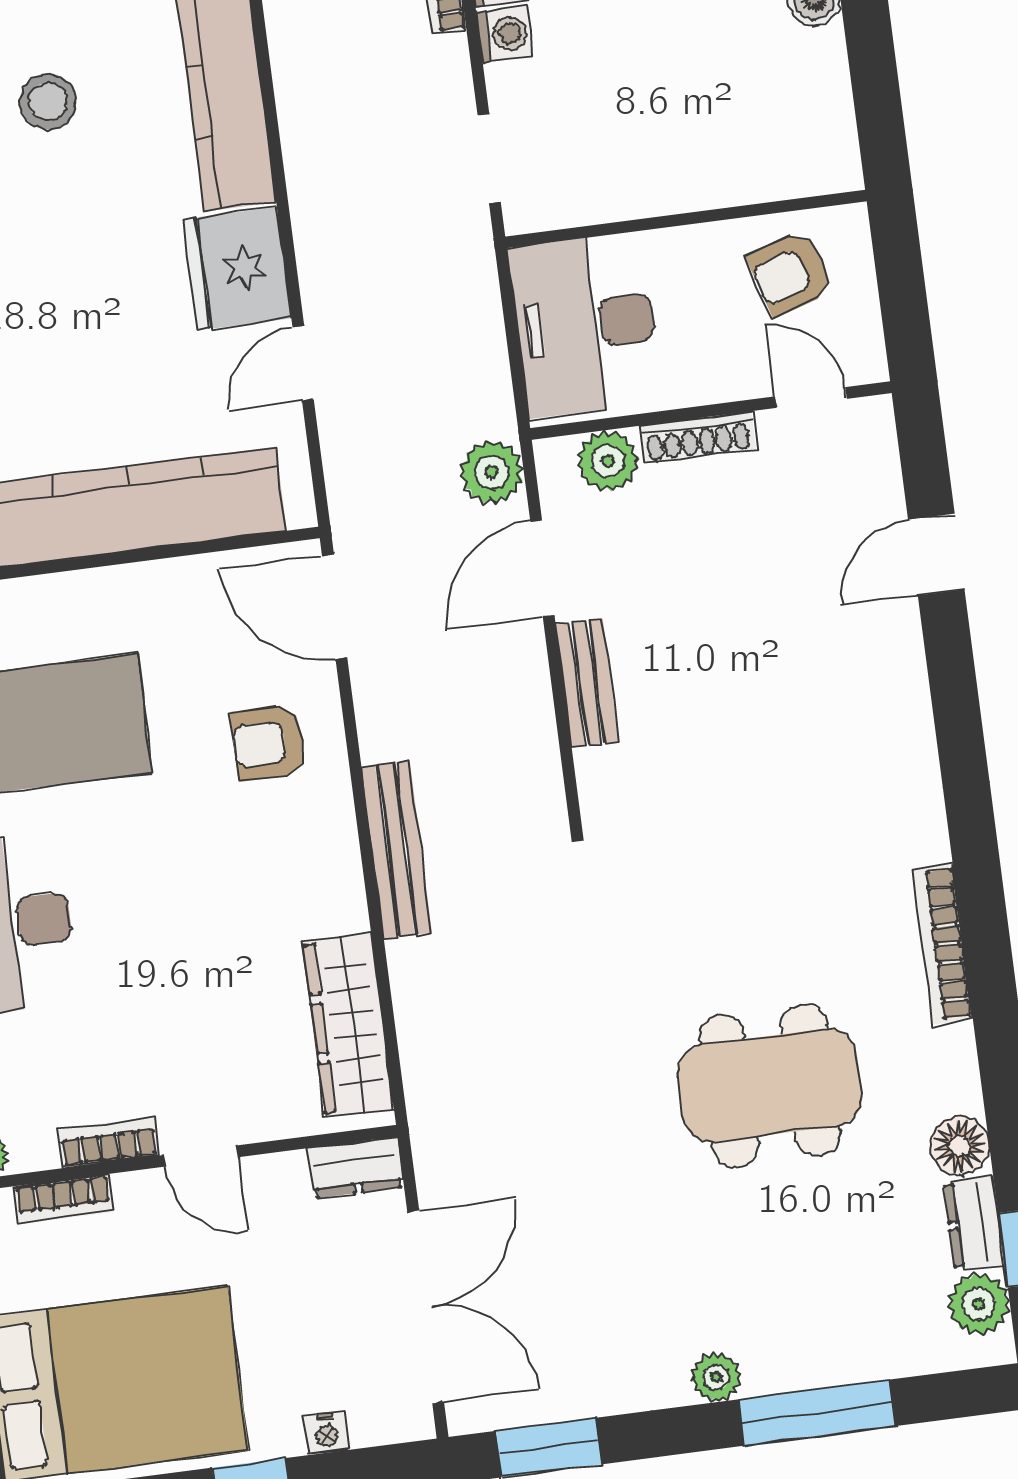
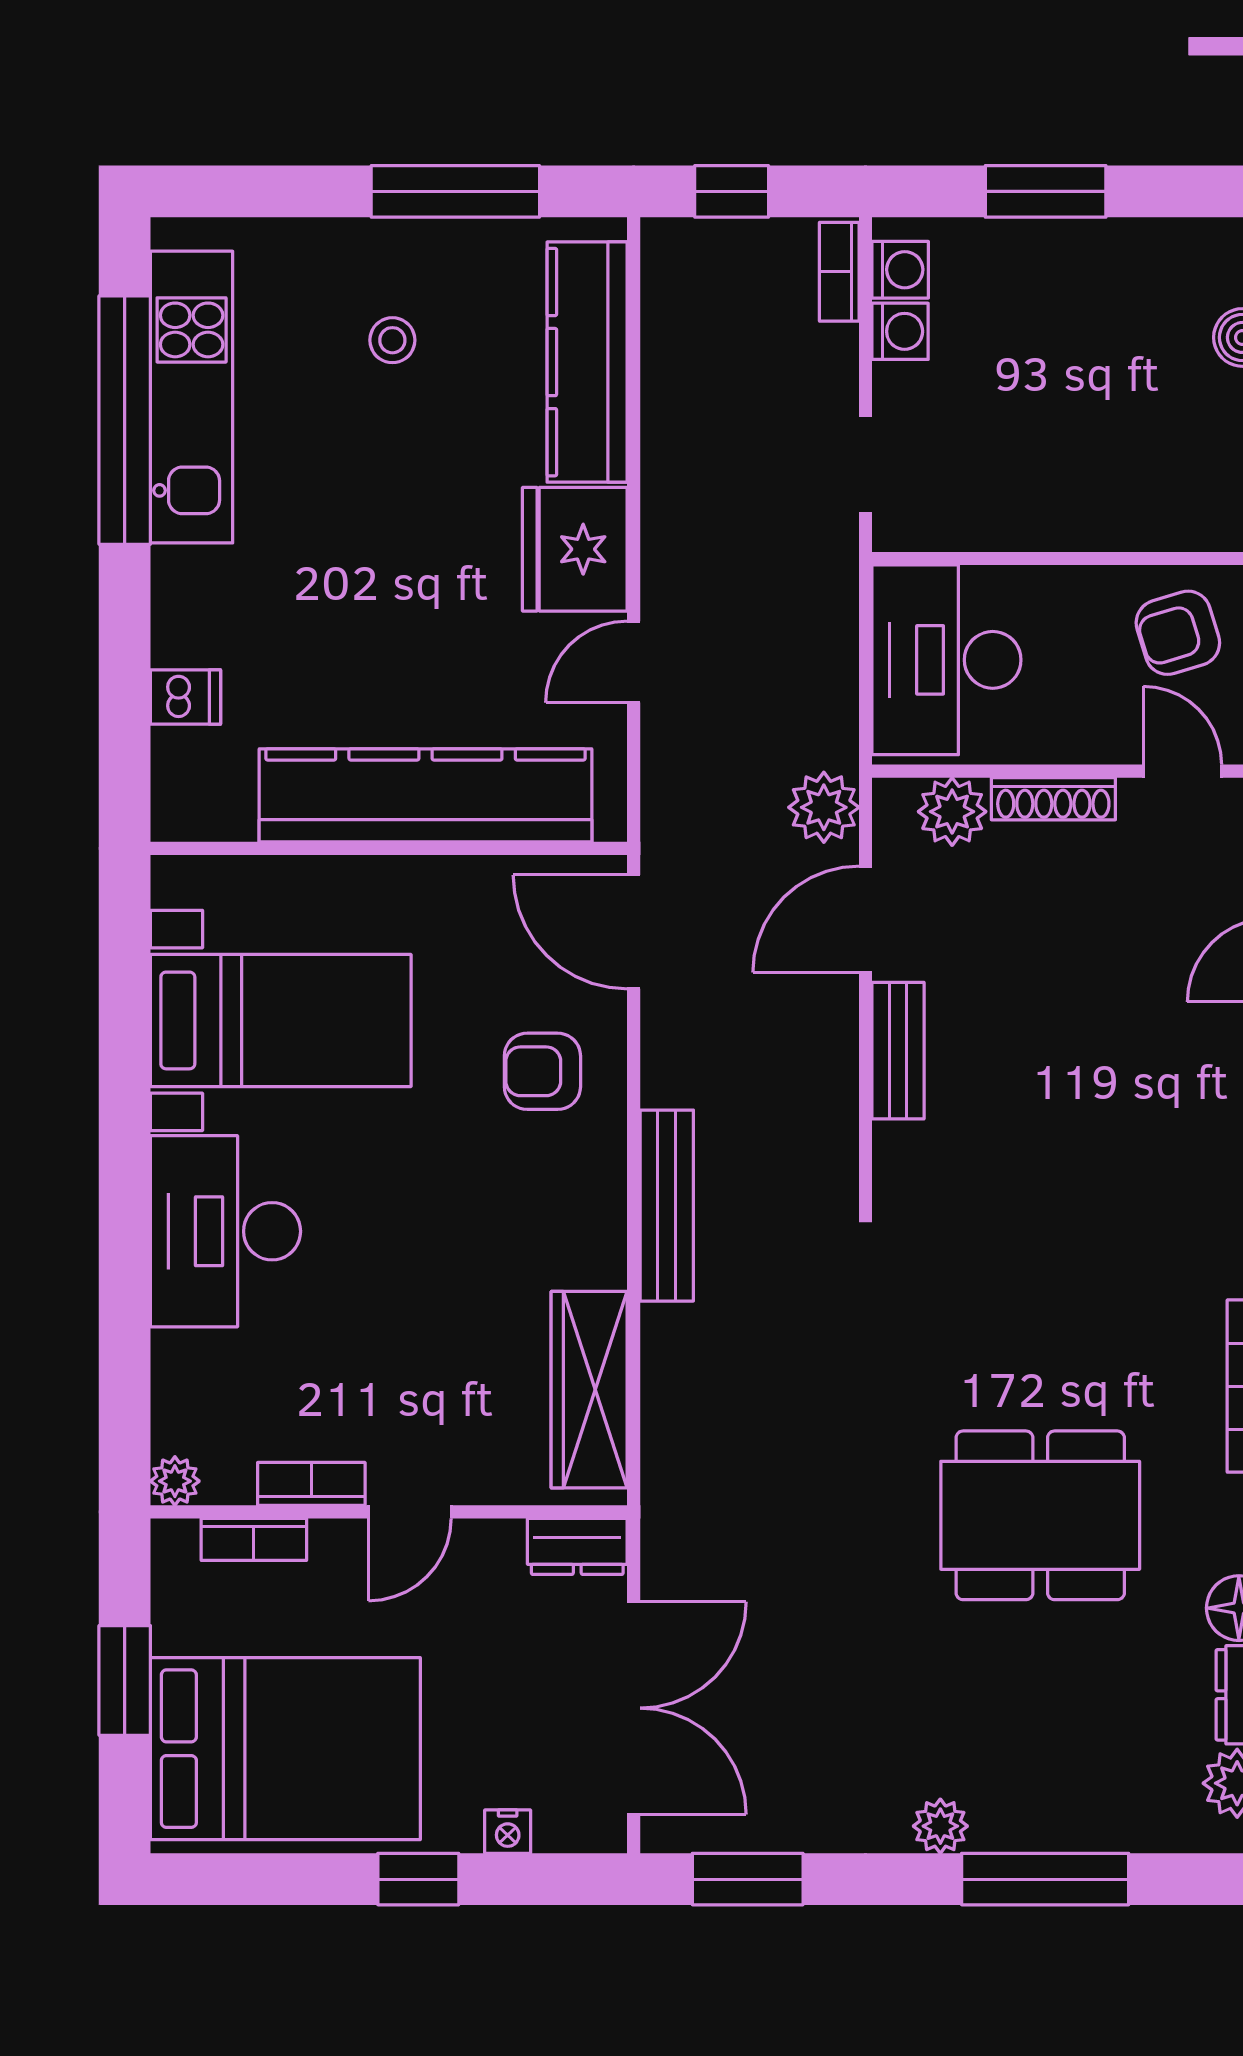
stool: (48, 102) -> (392, 340), width x0.73, depth x0.73
door: (201, 1156) -> (410, 1512), hinge flipped

